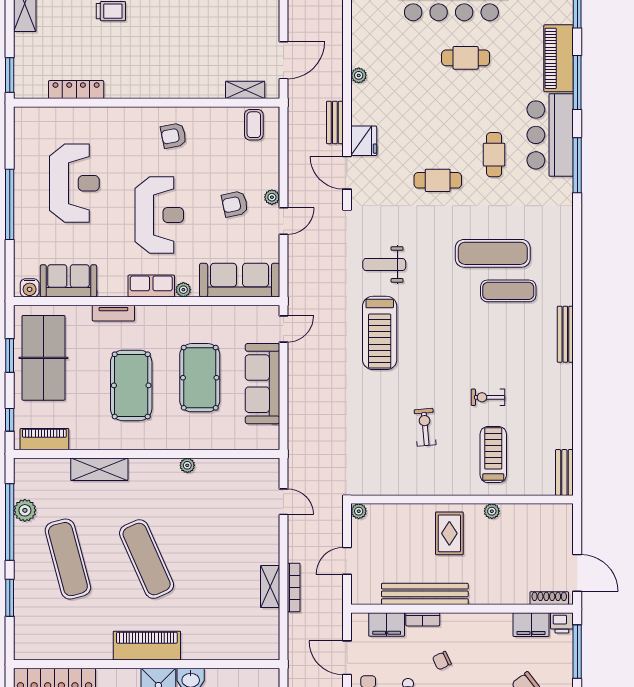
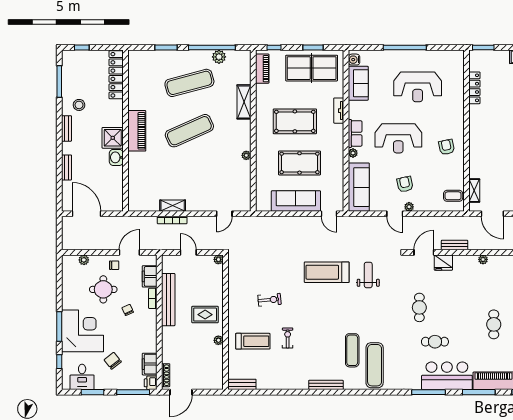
exercise mat: (493, 253) -> (375, 365), moved

